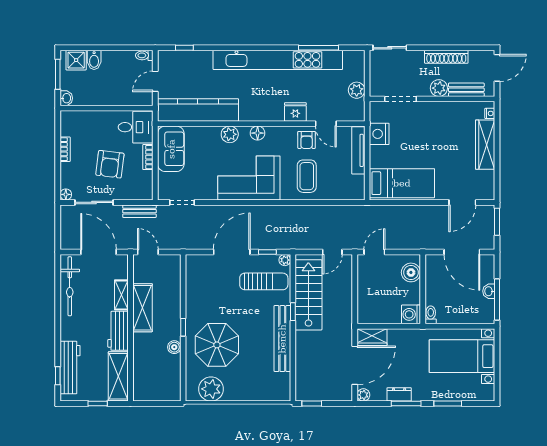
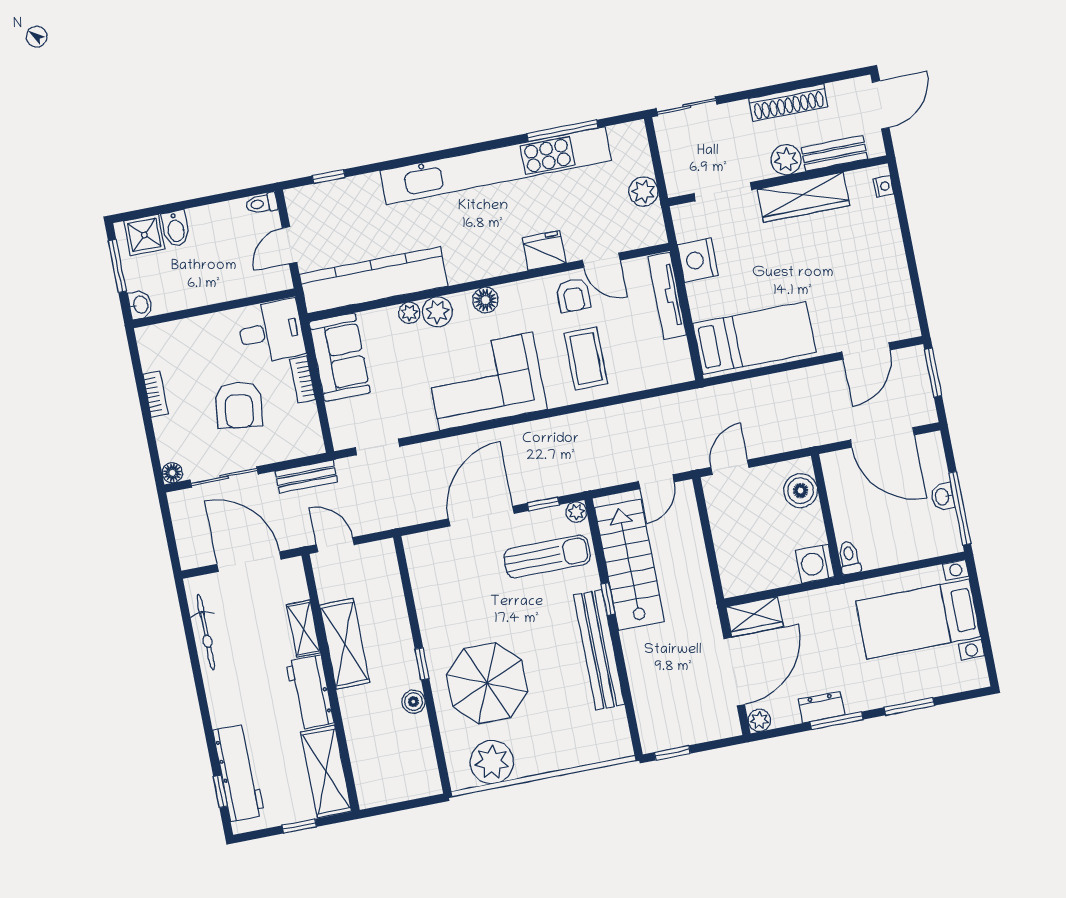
plant: (214, 132) -> (409, 313), added
wardrobe: (485, 145) -> (803, 197), moved, turned -90
bicycle: (70, 286) -> (206, 632), width x0.73, depth x0.71

